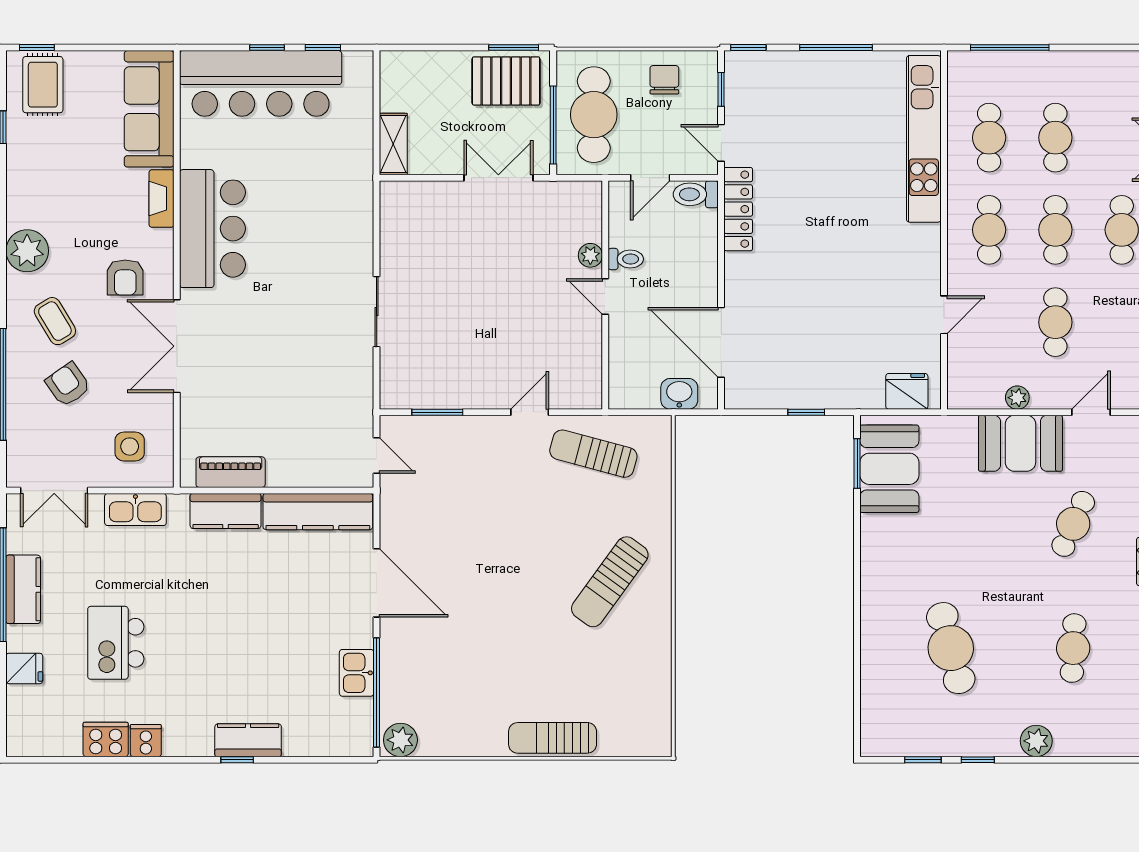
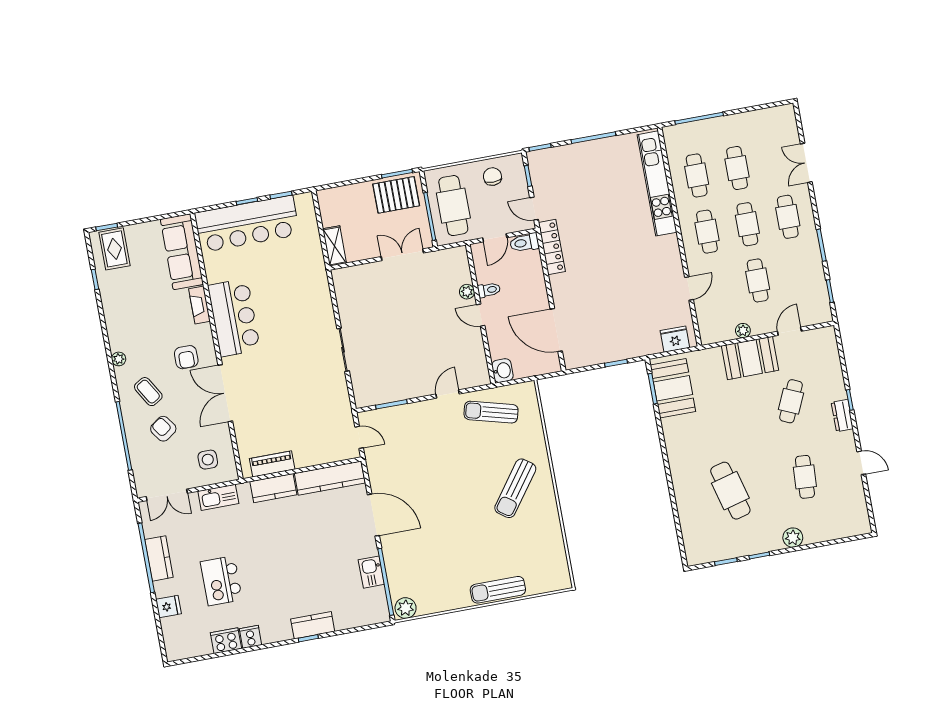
plant: (27, 251) -> (119, 359), width x0.53, depth x0.53
washbasin: (679, 394) -> (502, 371), moved, turned 90

